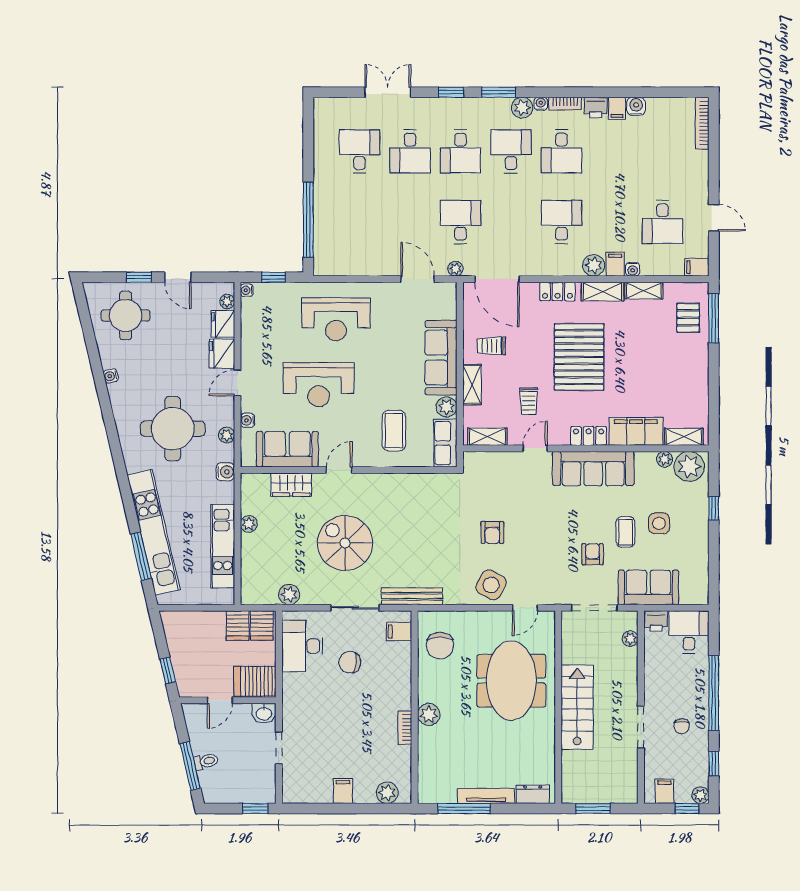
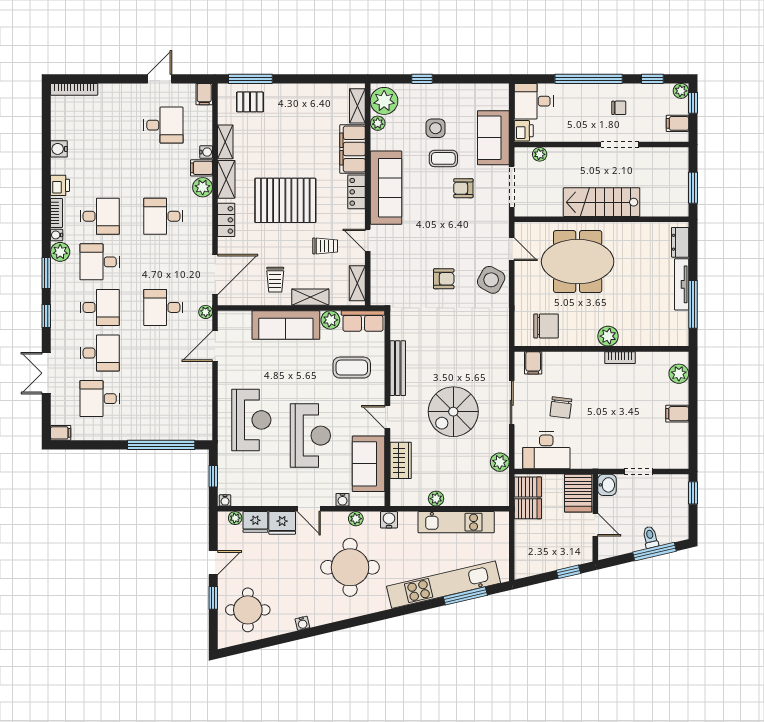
filing cabinet: (617, 108) -> (61, 433), moved
bench: (412, 596) -> (398, 368), moved

